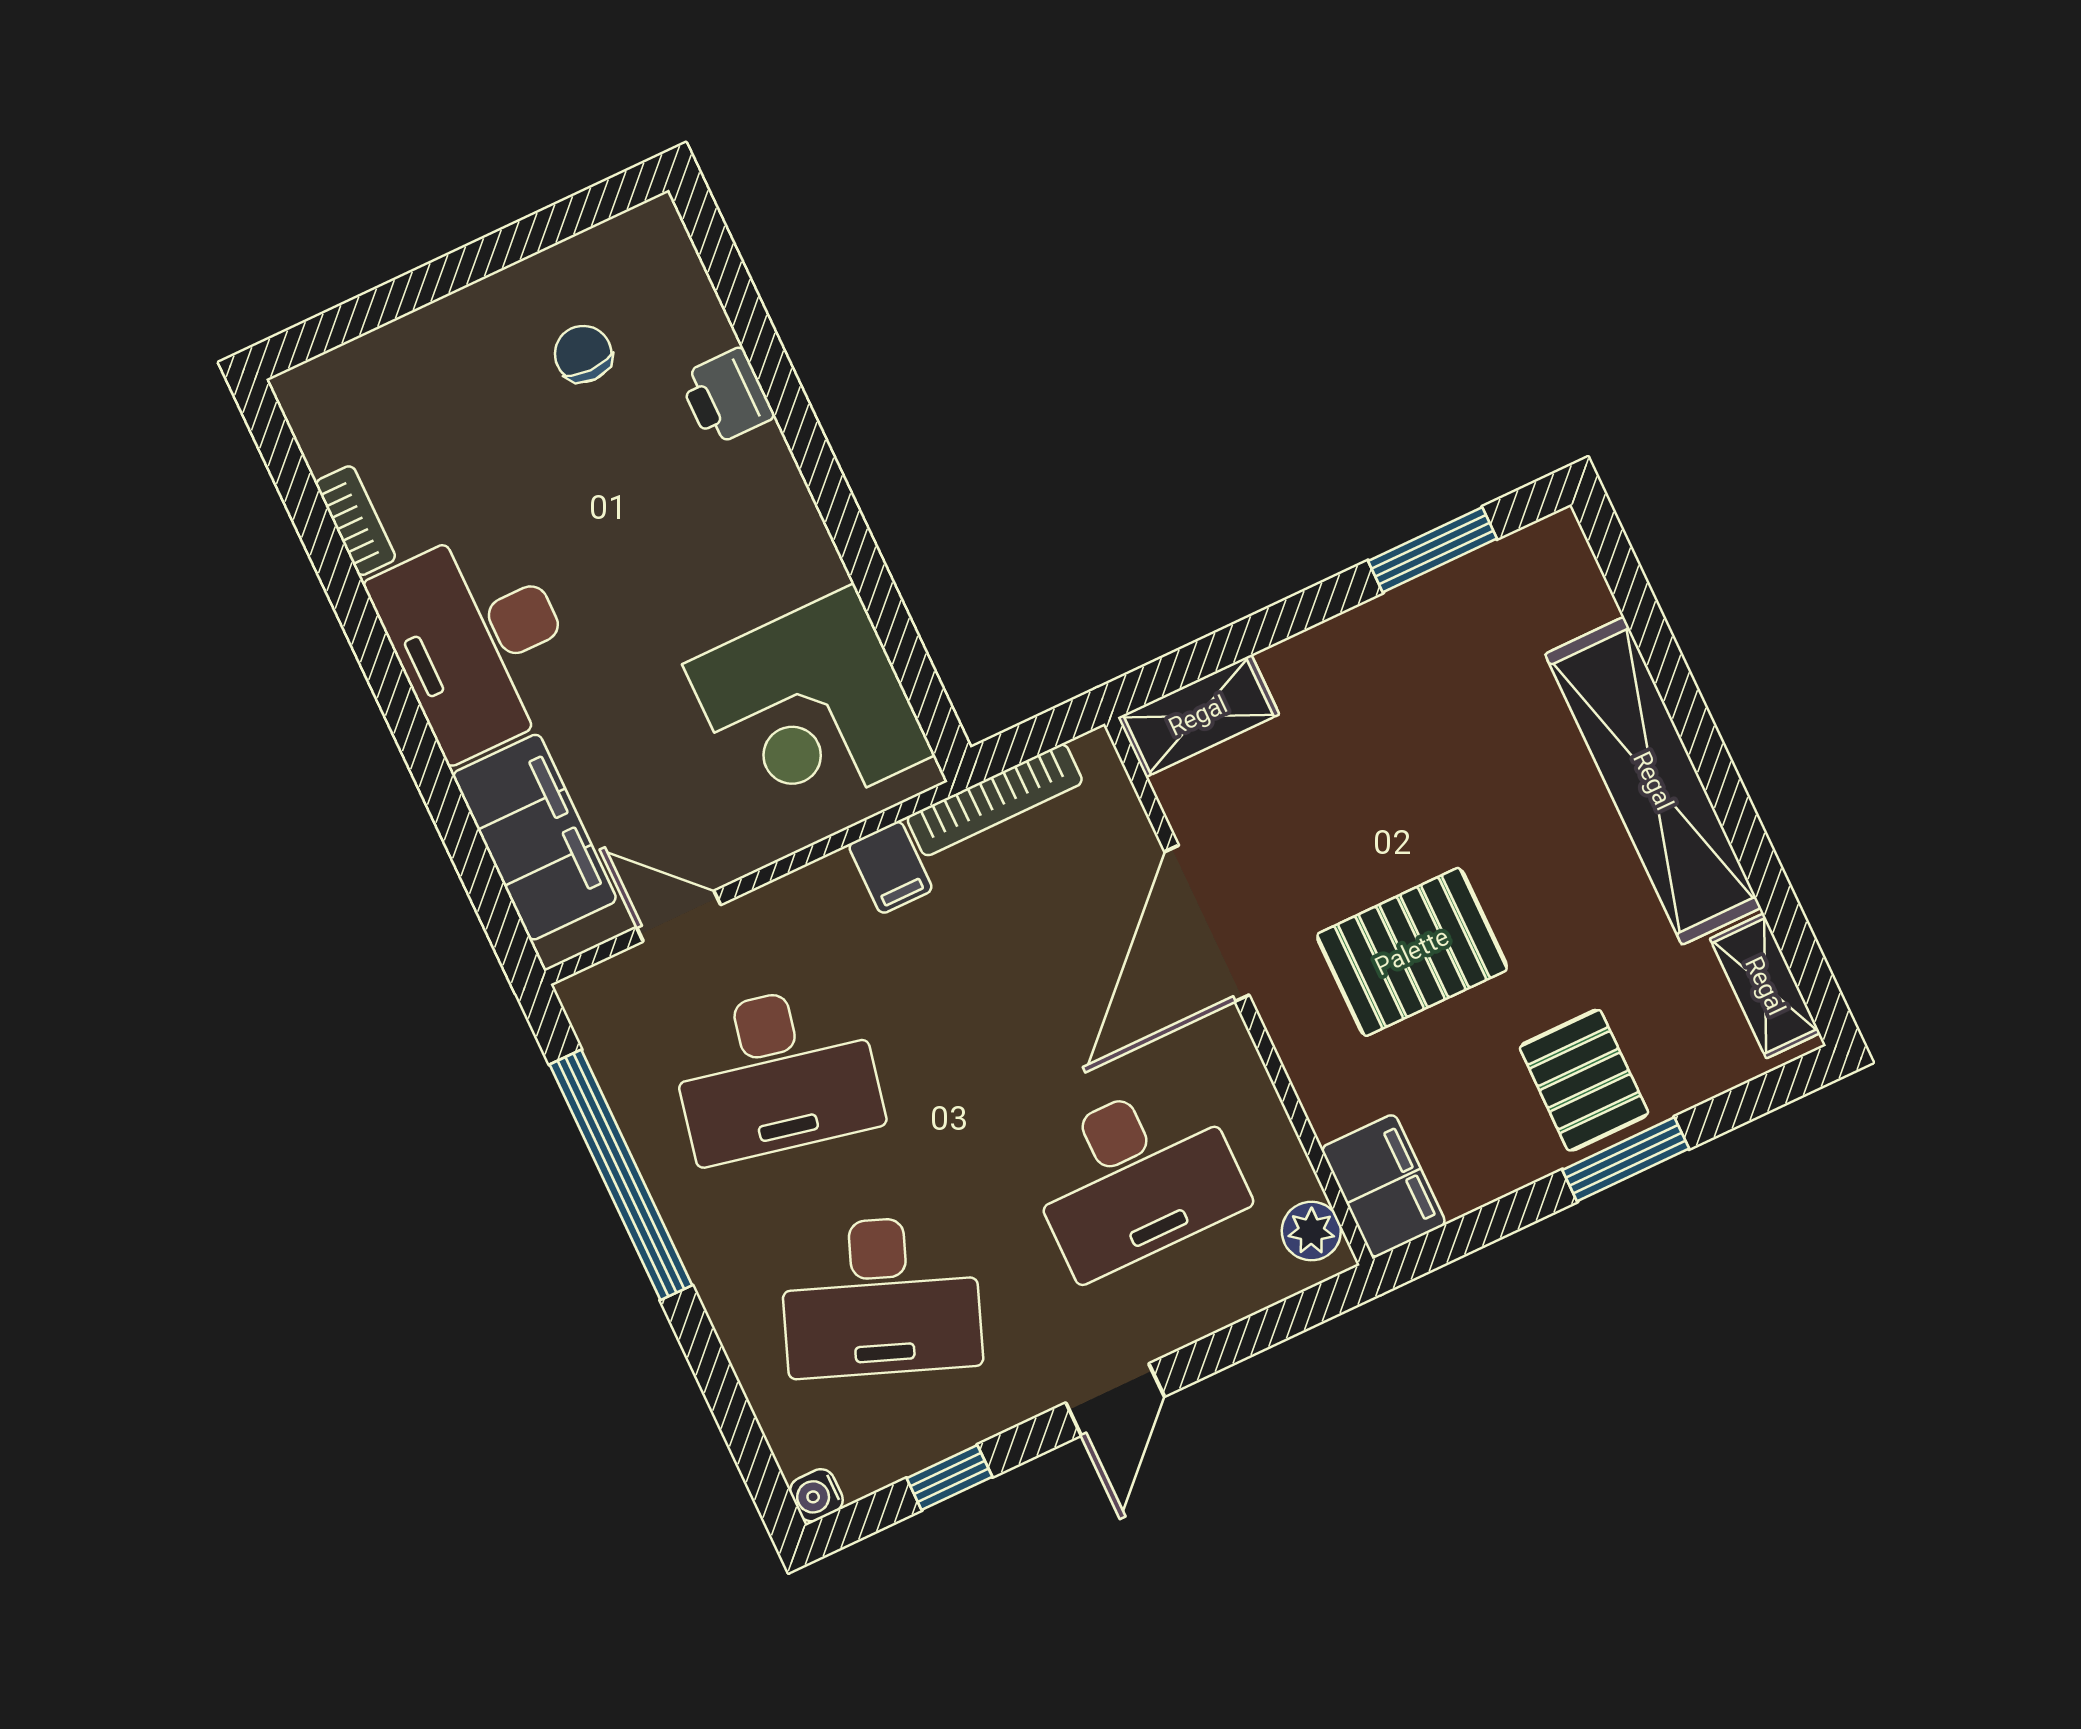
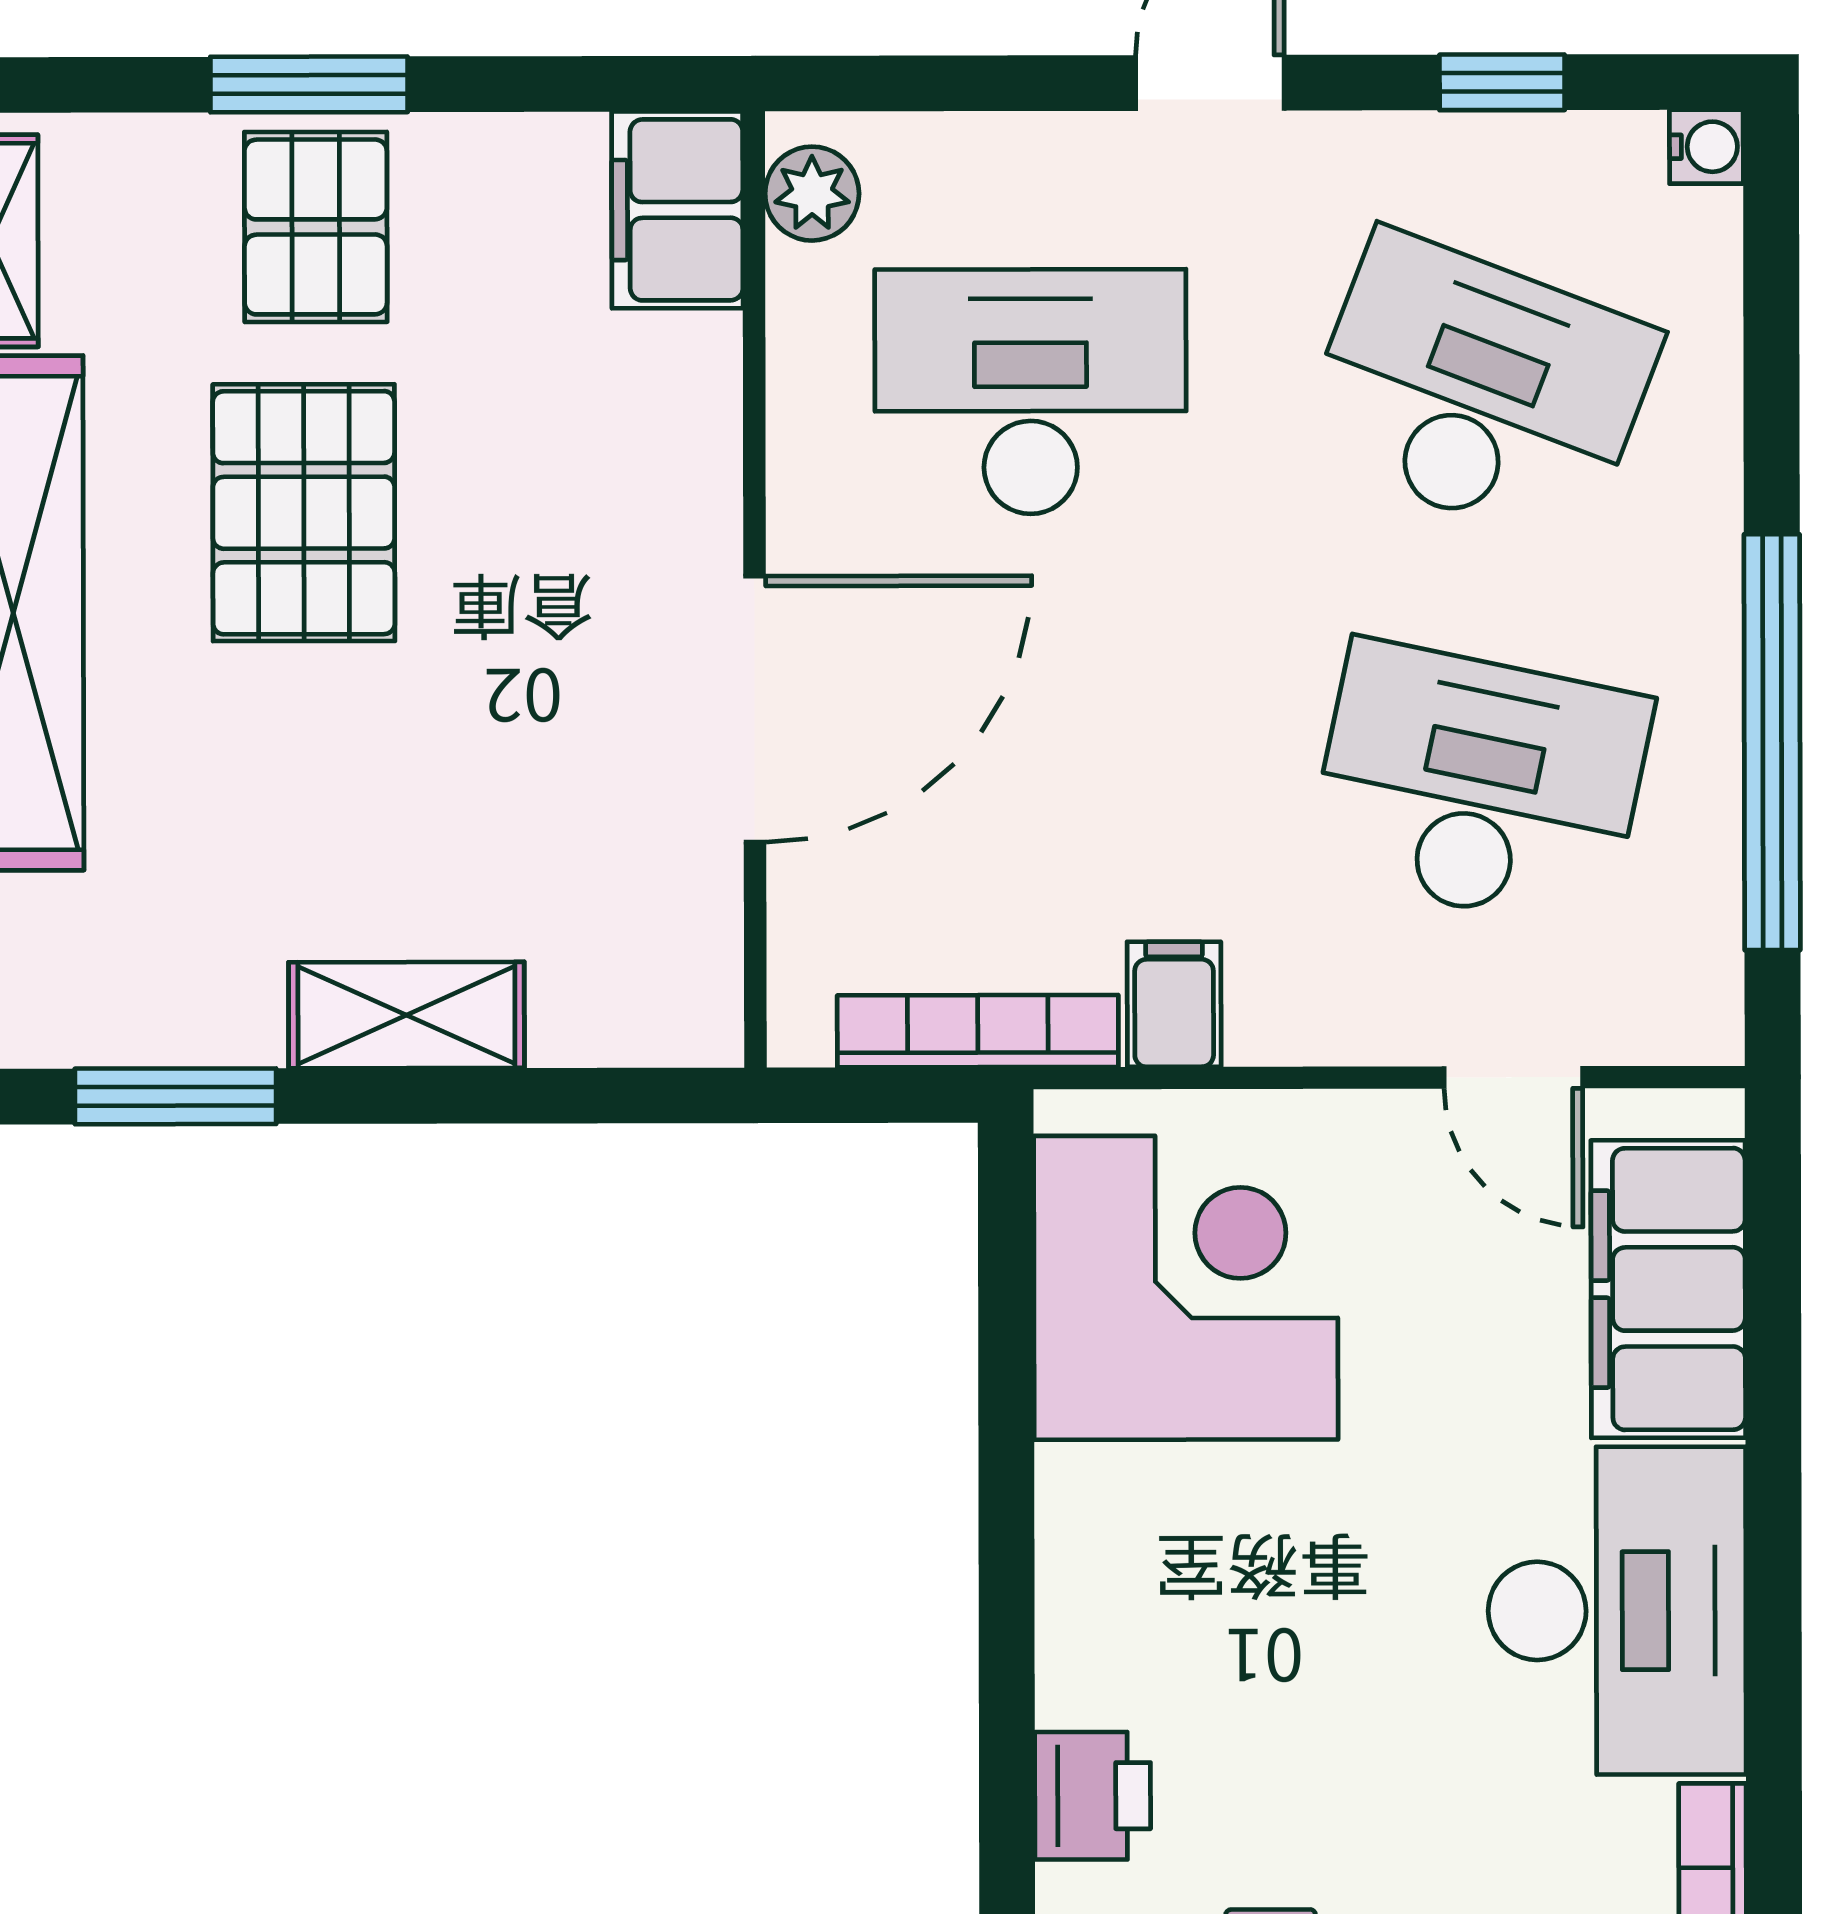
shelving: (1198, 716) -> (406, 1015), moved
pallet: (1412, 952) -> (304, 513), moved, turned 90

